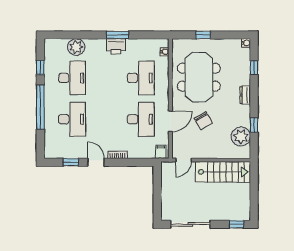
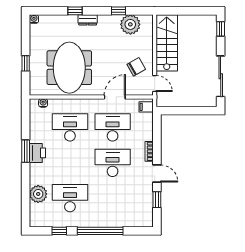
window: (254, 68) -> (75, 11), moved
meeting table: (199, 77) -> (69, 68), turned 90
desk: (72, 119) -> (113, 163), moved
door: (170, 121) -> (115, 97), hinge flipped
chair: (203, 121) -> (136, 67), moved
door: (96, 162) -> (157, 173), swing flipped

